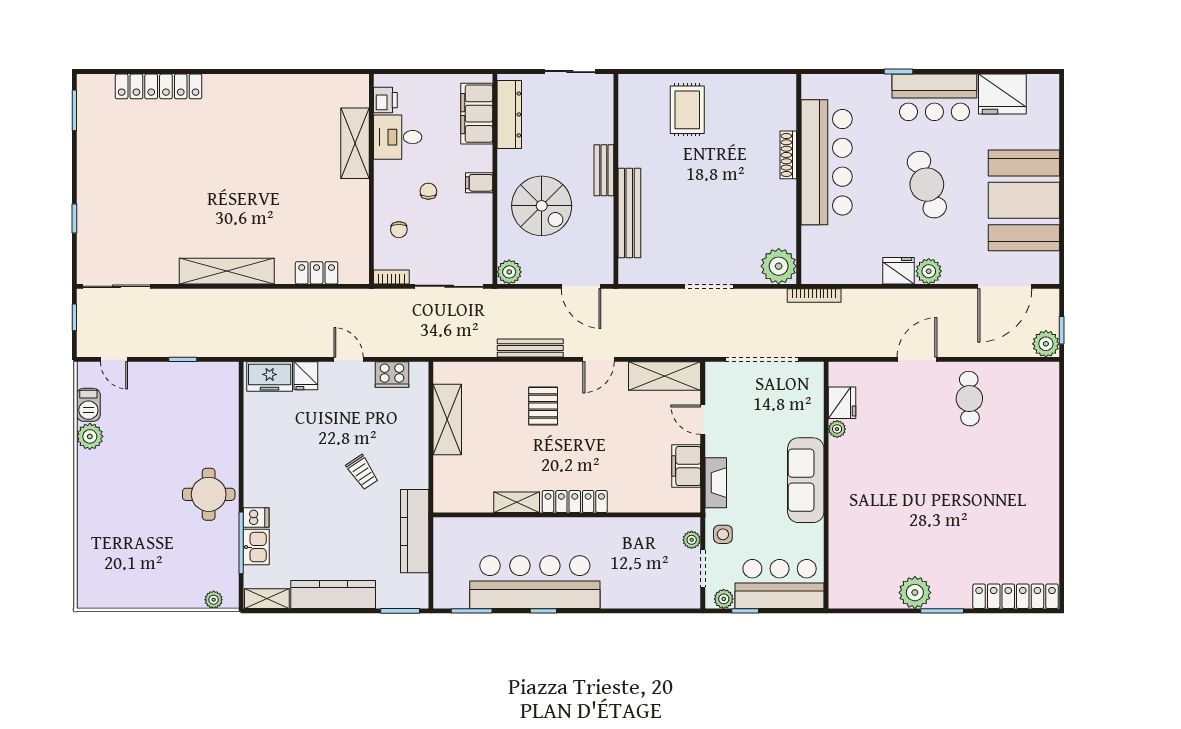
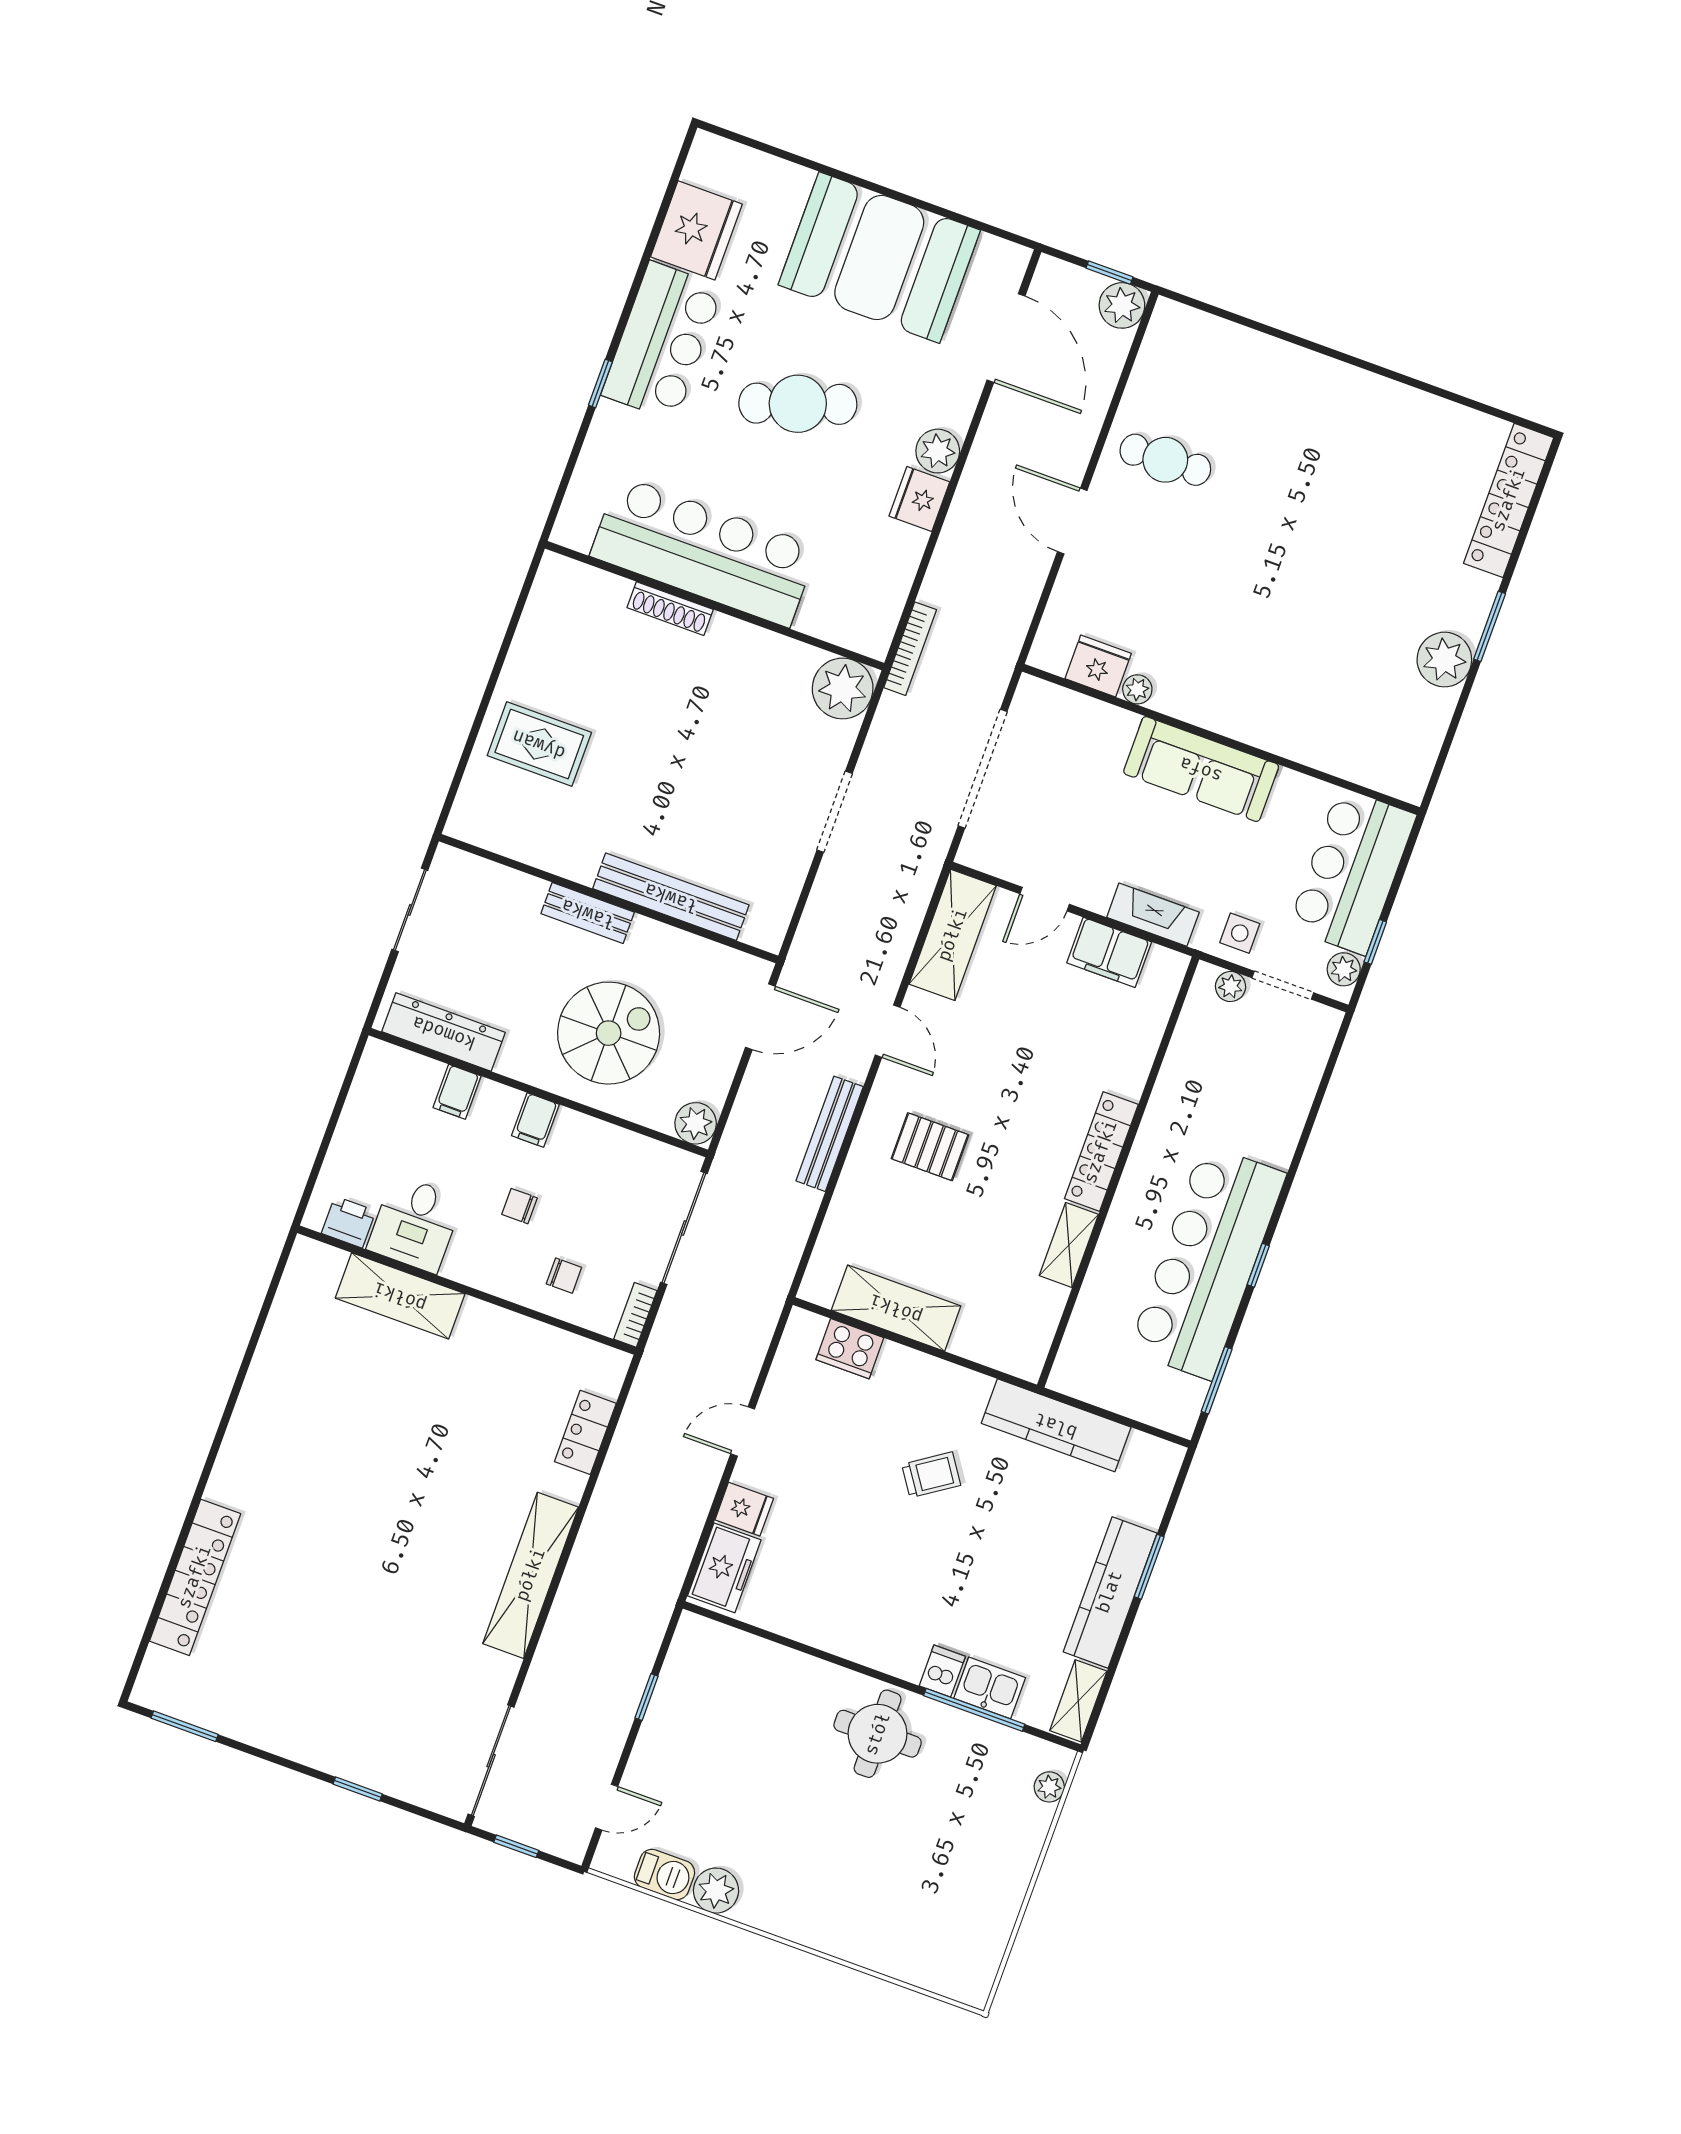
filing cabinet: (477, 114) -> (457, 1092), width x0.33, depth x0.86
cooker: (392, 375) -> (850, 1349), moved, turned 90
window: (400, 611) -> (1149, 1567), moved

